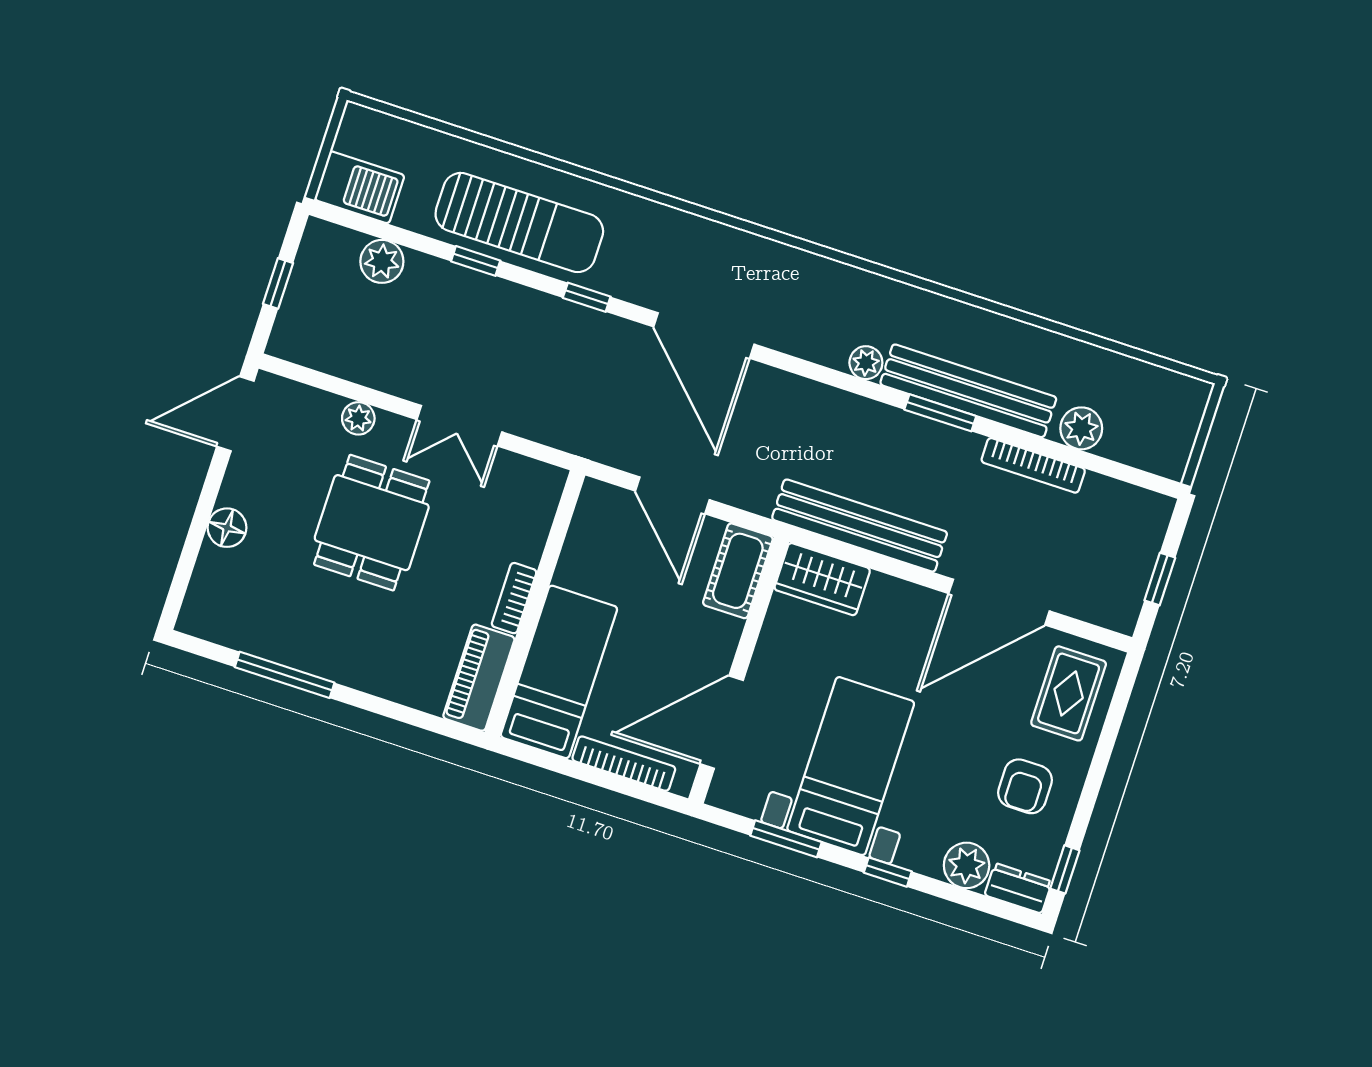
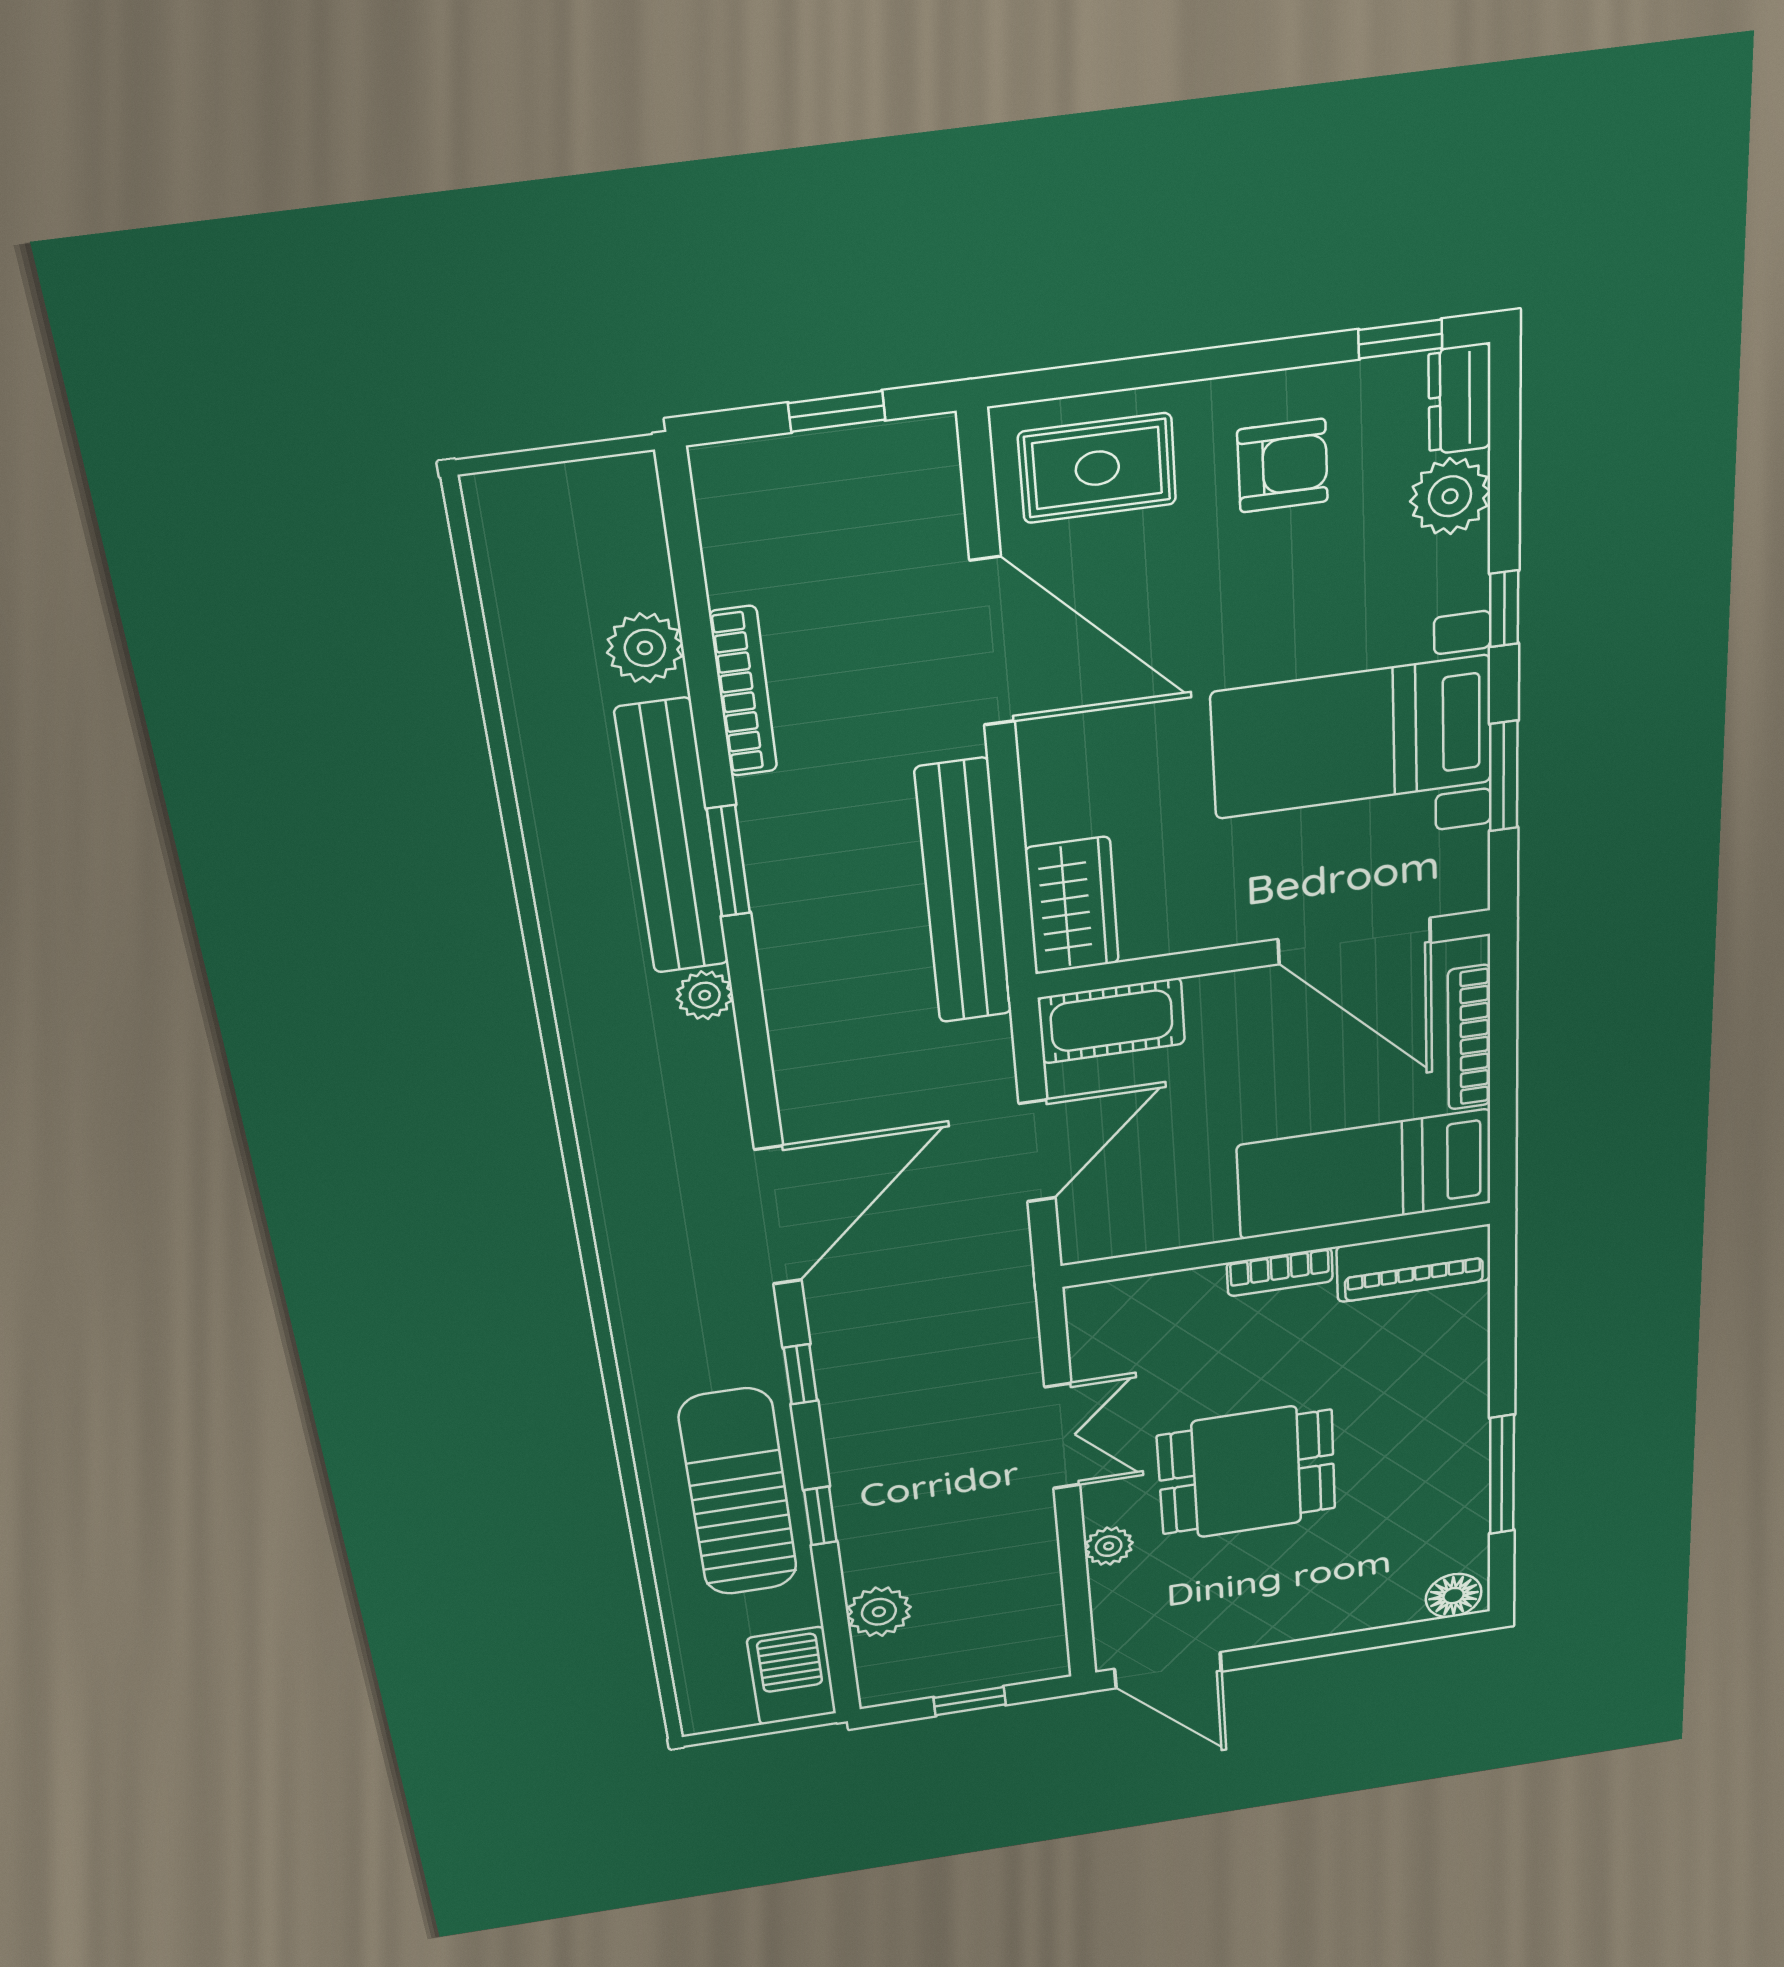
floor lamp: (227, 528) -> (1454, 1596), moved

